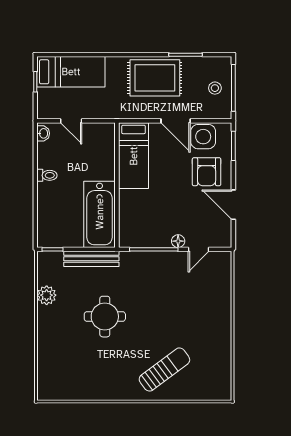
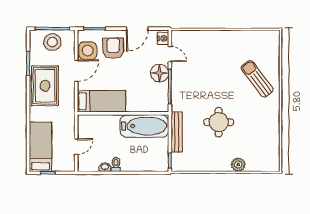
stool: (215, 88) -> (52, 42), width x1.89, depth x1.89
washbasin: (43, 133) -> (105, 167), moved
armchair: (207, 172) -> (113, 48), turned -90
nightstand: (220, 240) -> (163, 38), added
floor lamp: (178, 241) -> (160, 73), width x1.89, depth x1.89
plant: (47, 295) -> (238, 165), moved

